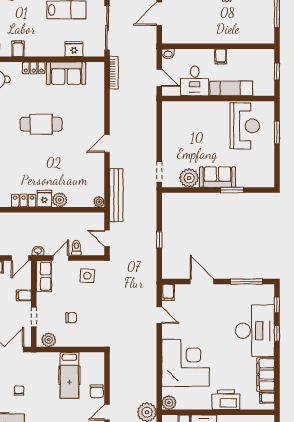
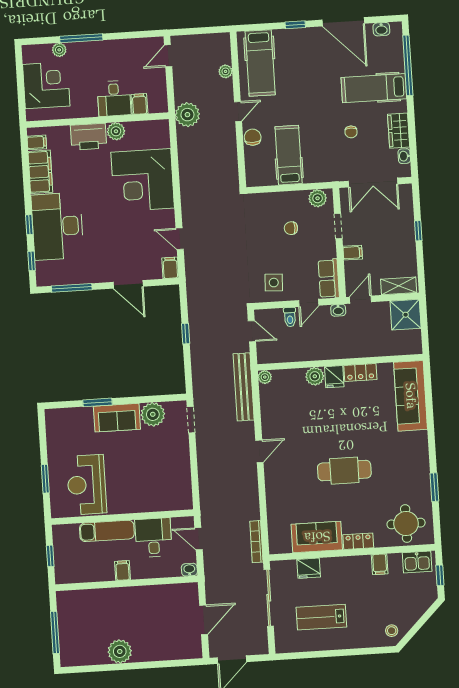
plant: (169, 403) -> (116, 131), moved

